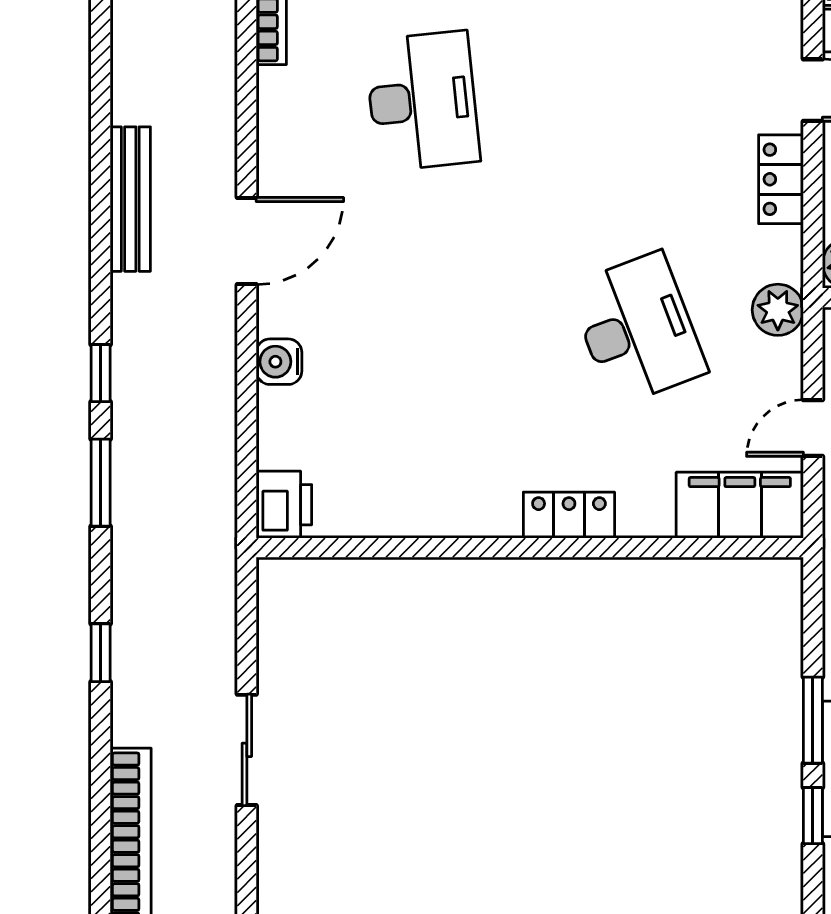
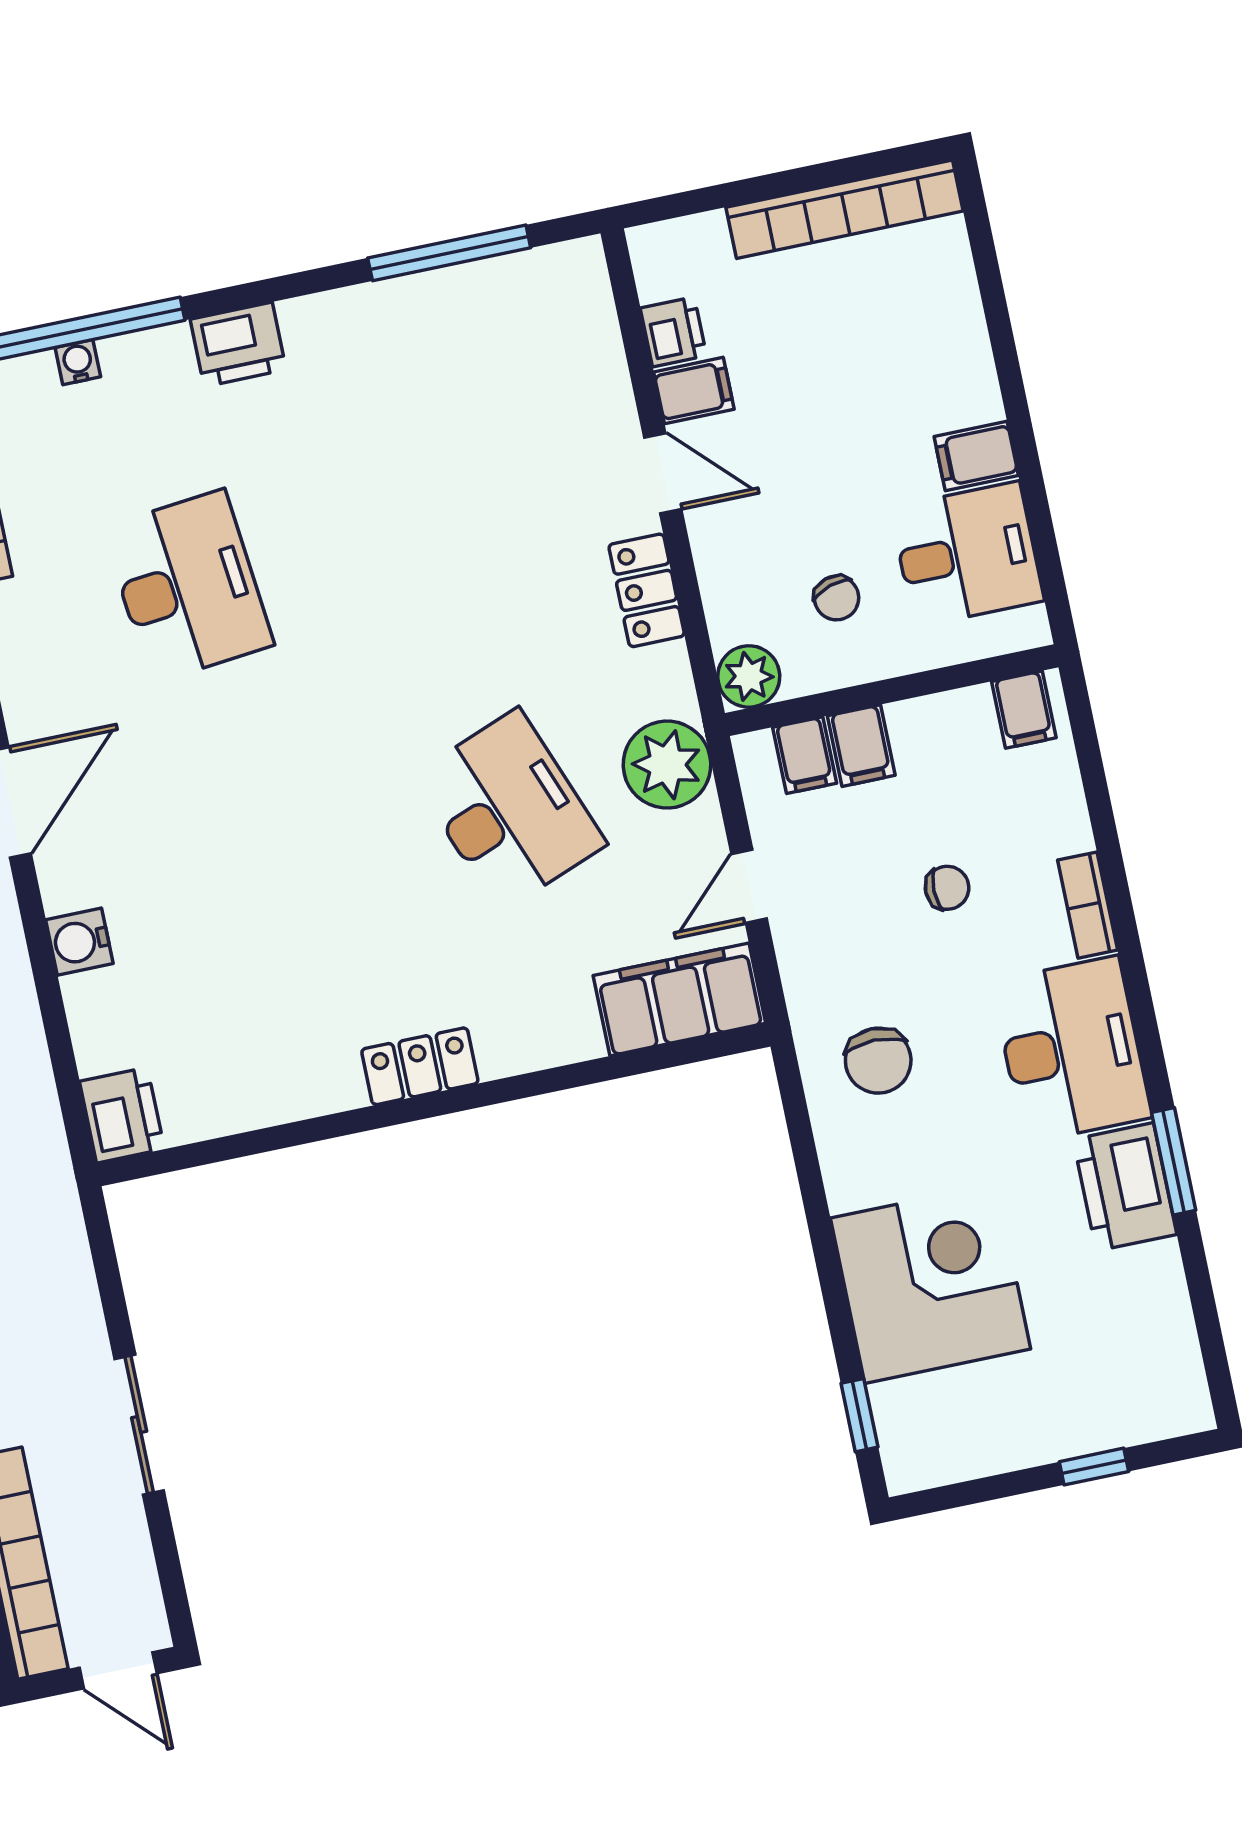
plant: (778, 310) -> (667, 765), width x1.36, depth x1.36
locker: (569, 515) -> (420, 1066), moved
window: (813, 720) -> (824, 1243), removed
window: (813, 816) -> (860, 1415), moved

